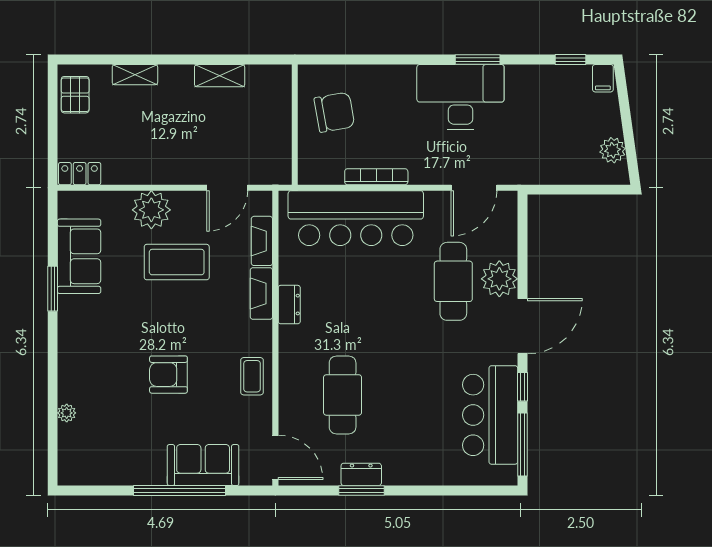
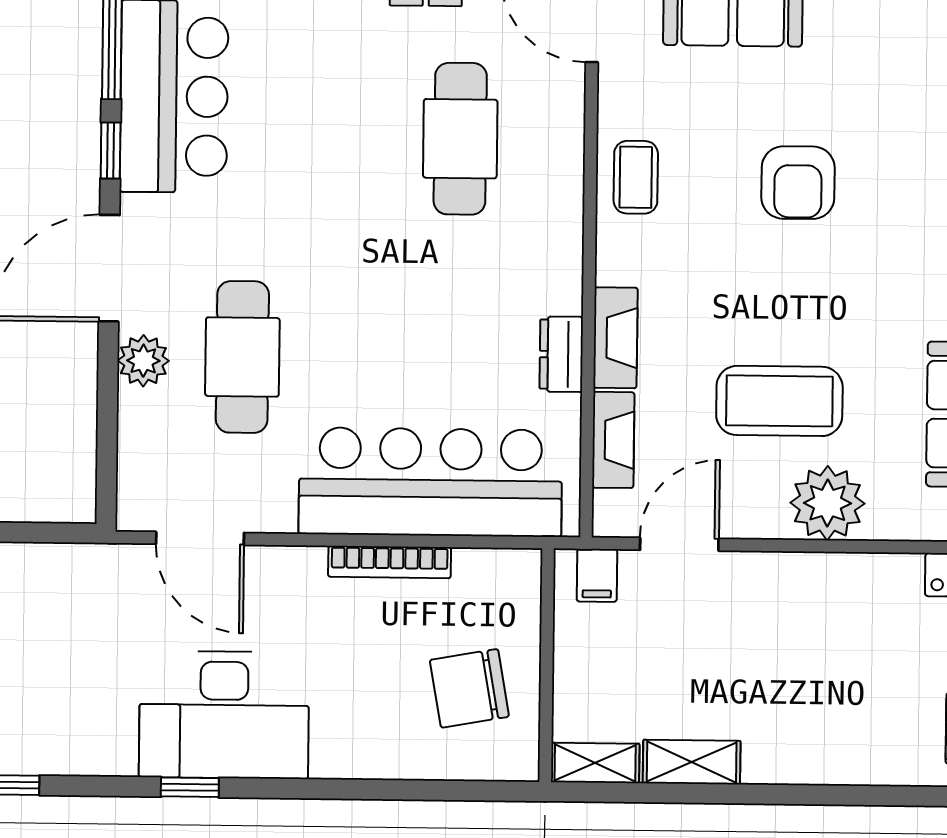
window: (478, 60) -> (190, 787), width x0.67
shelving: (135, 75) -> (595, 763), moved
filing cabinet: (269, 171) -> (597, 575), added
door: (474, 188) -> (200, 538), swing flipped
plant: (499, 279) -> (143, 361), width x0.73, depth x0.73
dresser: (289, 305) -> (561, 354), moved
armchair: (168, 375) -> (798, 183), turned 90

